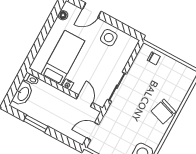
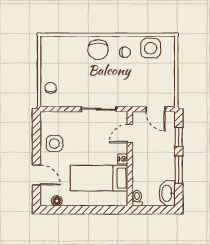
washbasin: (23, 94) -> (167, 193), moved, turned -90
chair: (164, 112) -> (98, 50), turned 72
chair: (150, 131) -> (125, 52), added
window: (61, 137) -> (179, 137), added

